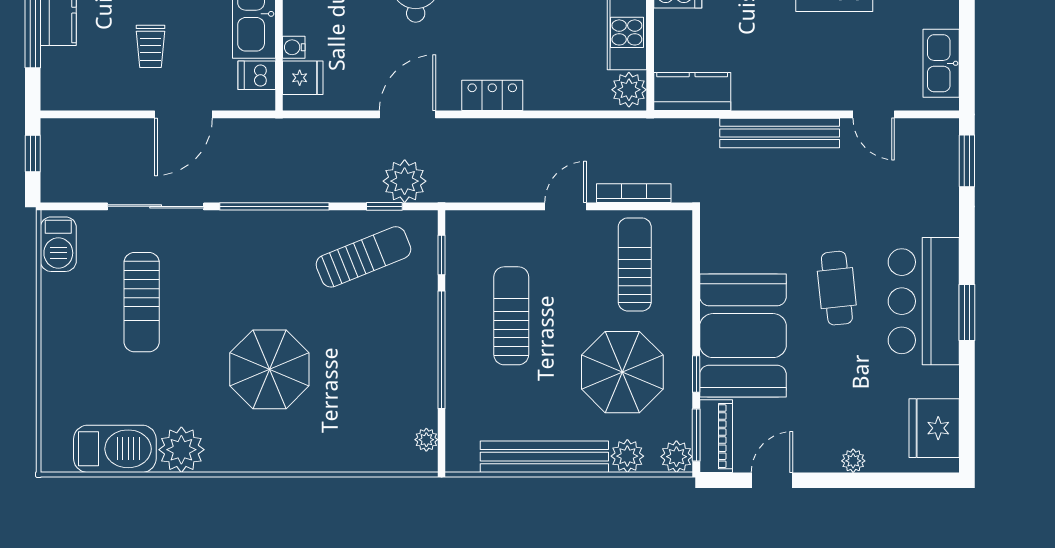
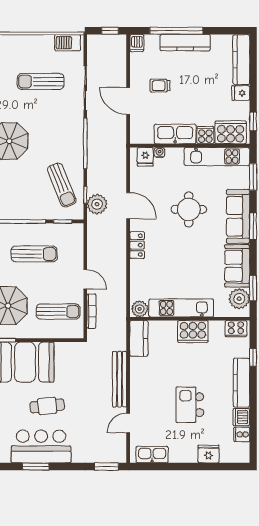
dishwasher: (257, 75) -> (137, 43), moved, turned 180

